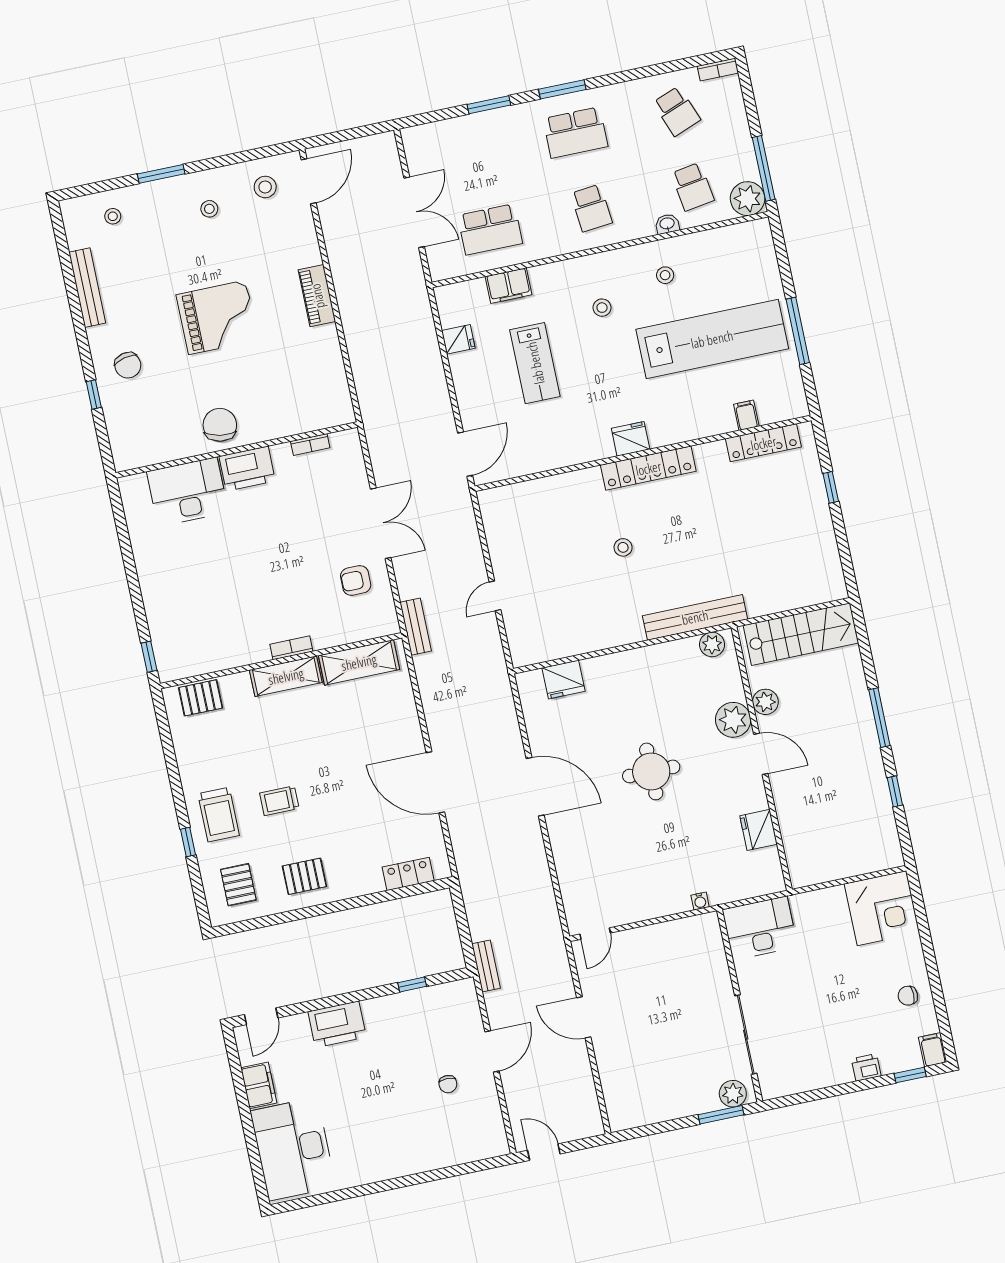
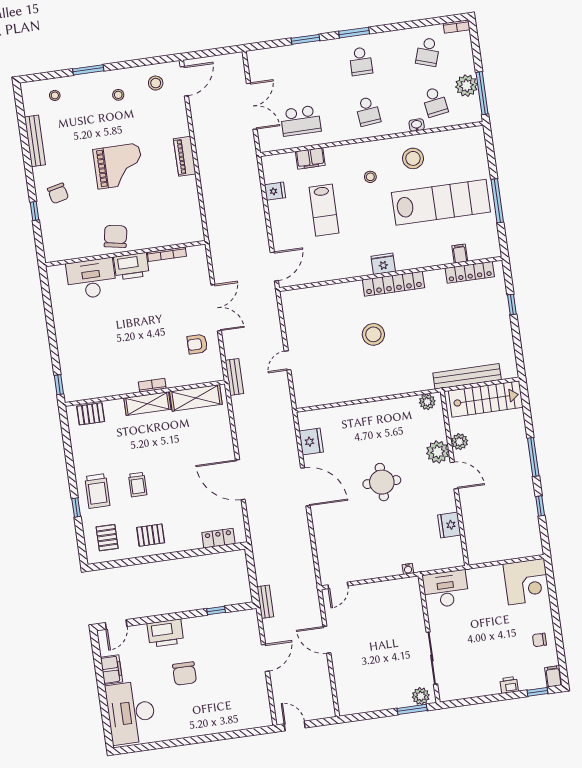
school desk: (677, 111) -> (428, 52), turned 39
school desk: (575, 133) -> (361, 61), width x0.54
plant: (748, 199) -> (467, 86), moved
stool: (665, 275) -> (413, 158), width x1.89, depth x1.89
bookcase: (310, 445) -> (167, 254), width x1.56
stool: (623, 547) -> (373, 334), width x1.89, depth x1.89
bench: (695, 617) -> (467, 376), moved
fridge: (564, 679) -> (311, 441), moved, turned -90
trolley: (279, 801) -> (138, 485), turned -90
chair: (448, 1084) -> (185, 674), moved, width x1.87, depth x1.87

